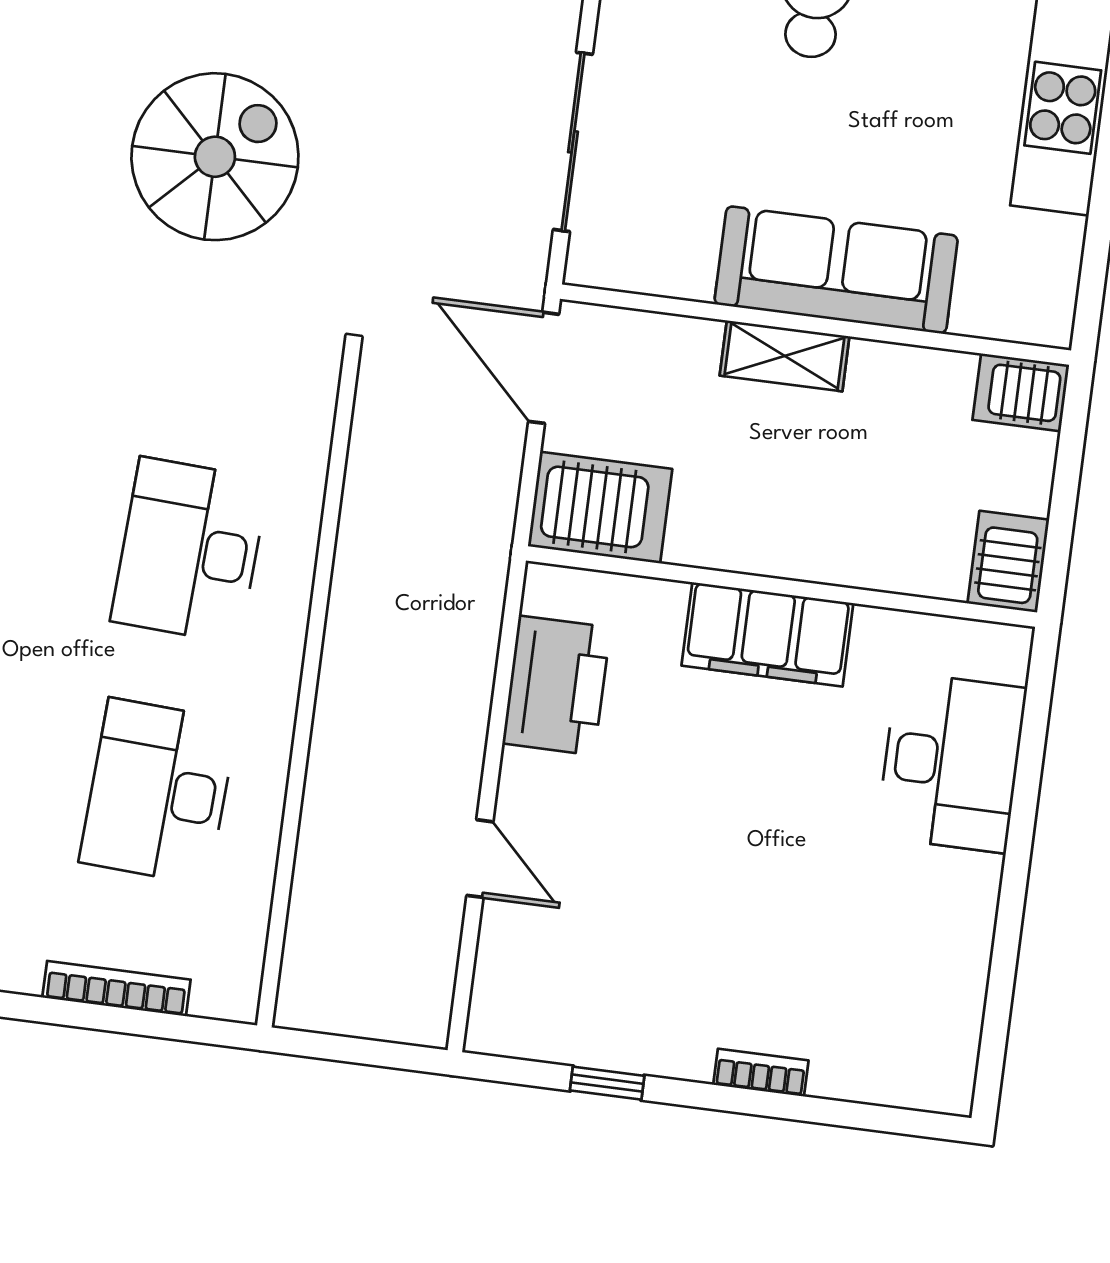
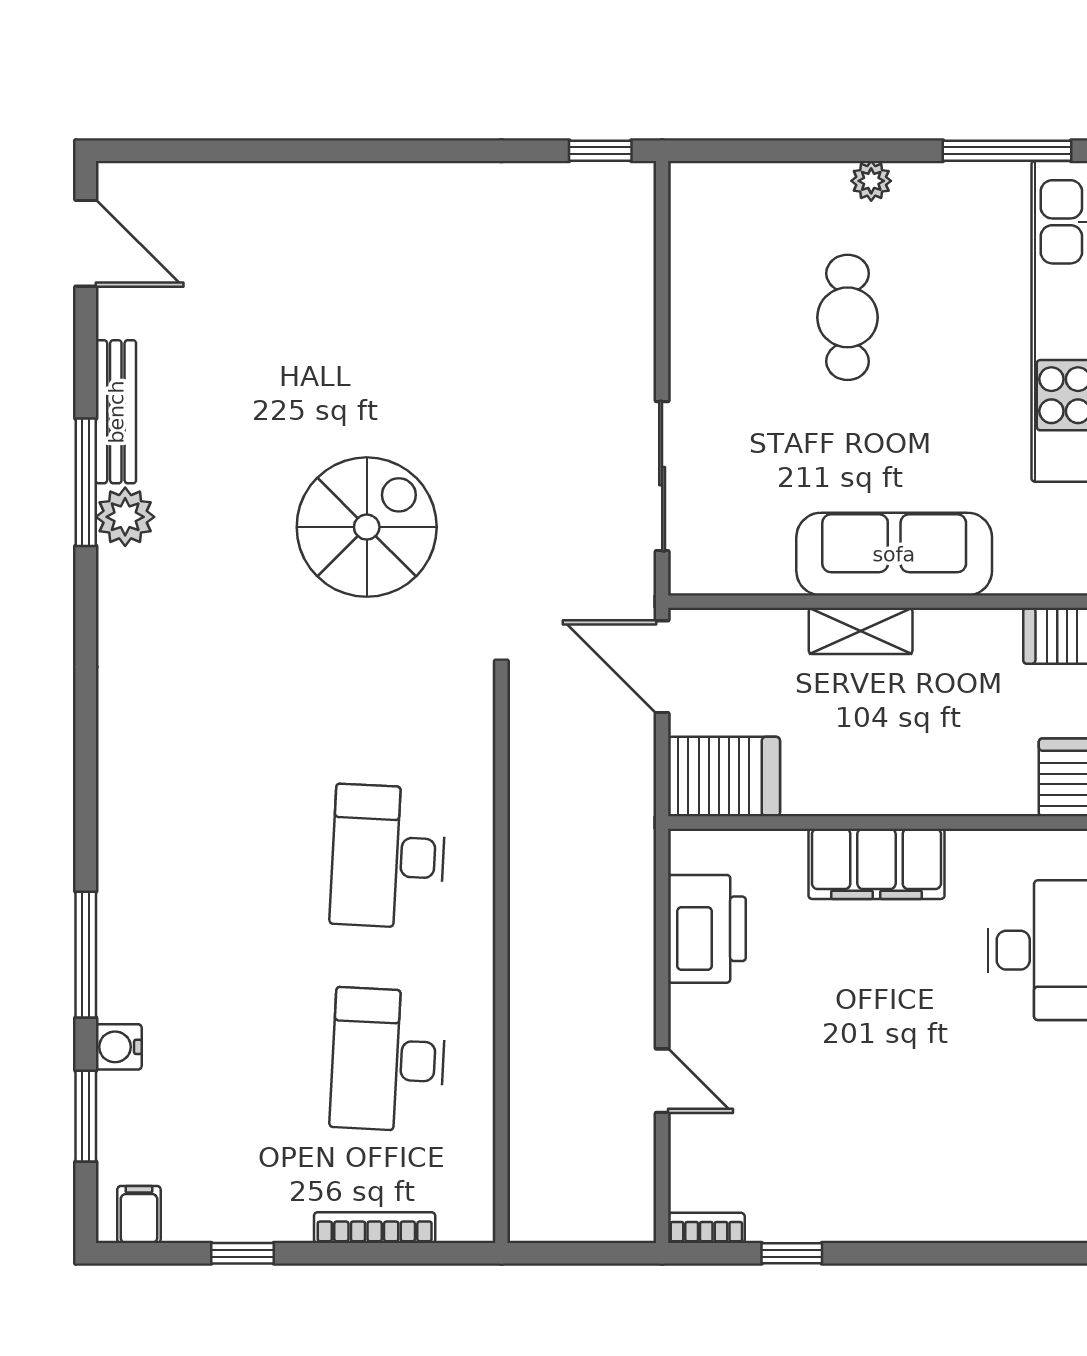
bookcase: (761, 1073) -> (706, 1228), moved

